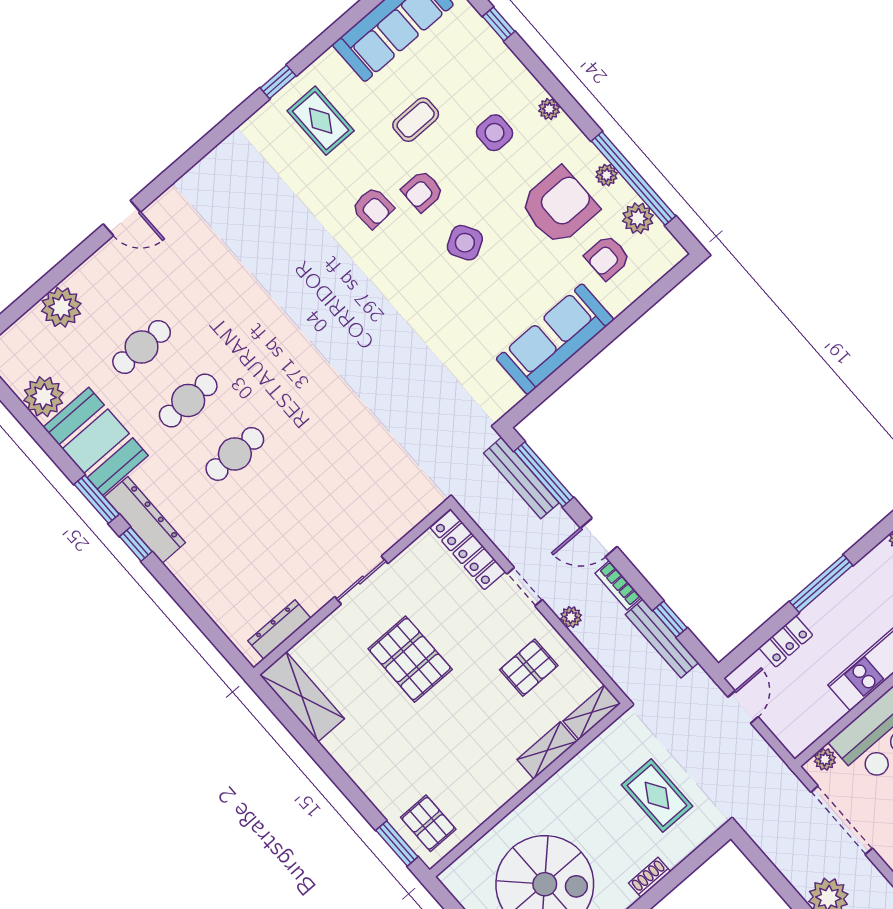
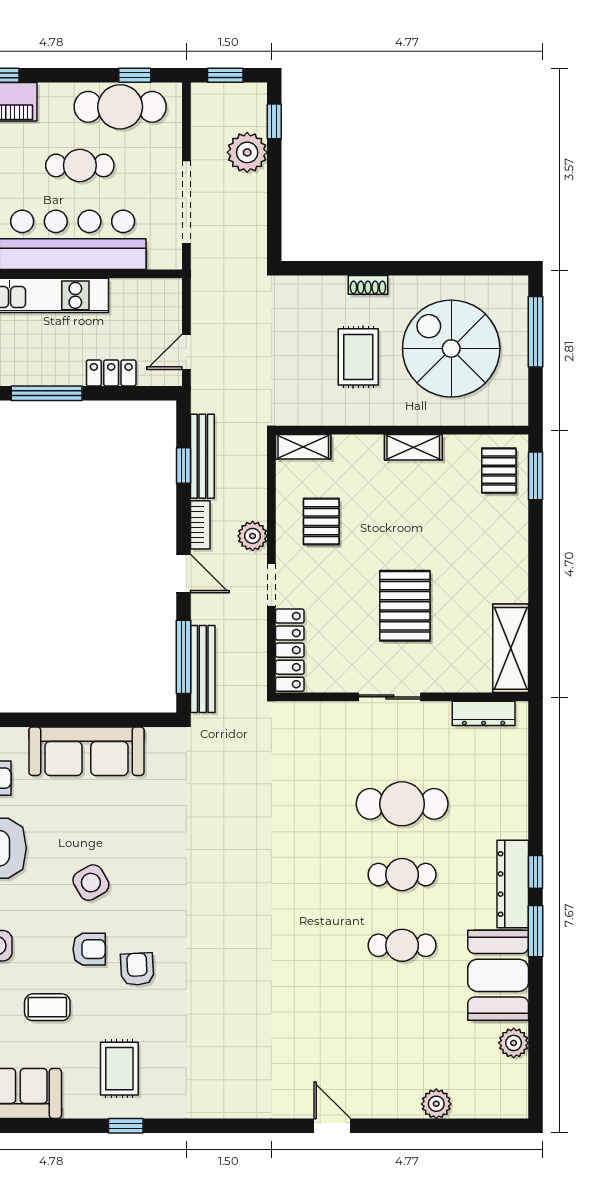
plant: (61, 307) -> (436, 1104), width x0.73, depth x0.73
cafe table: (142, 347) -> (402, 804), moved, width x1.37, depth x1.35
plant: (44, 397) -> (514, 1043), width x0.73, depth x0.73
plant: (571, 617) -> (253, 536), width x1.38, depth x1.38
pallet: (529, 668) -> (321, 522), turned 90
shelving: (547, 750) -> (413, 447), moved
plant: (825, 759) -> (159, 259), removed
rug: (657, 796) -> (358, 357), moved

